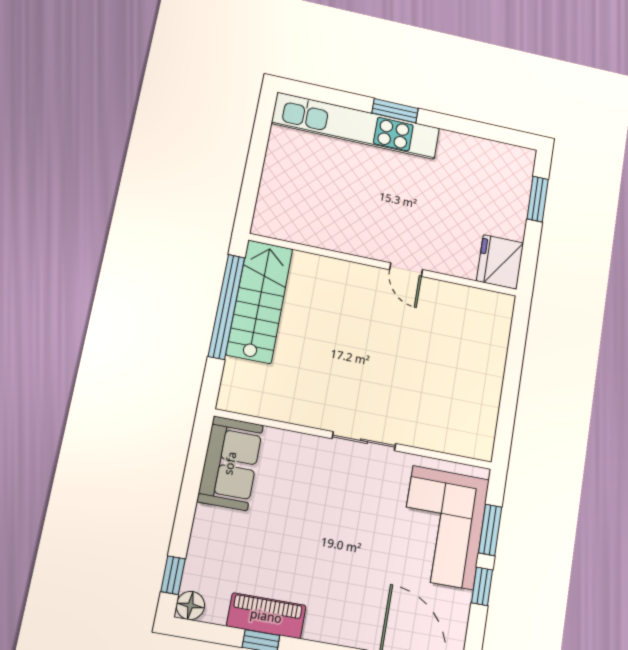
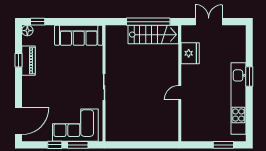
kitchen unit: (356, 126) -> (238, 98), moved
double door: (254, 171) -> (209, 22), added
fridge: (500, 262) -> (190, 53), moved, turned 90
sofa: (230, 463) -> (79, 35), width x1.36

